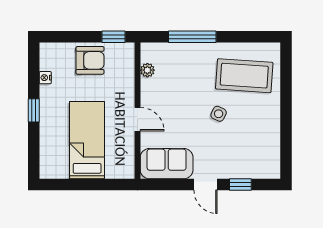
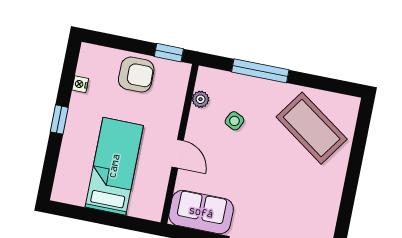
coffee table: (244, 76) -> (312, 128), turned 31
side table: (219, 114) -> (234, 121), moved

